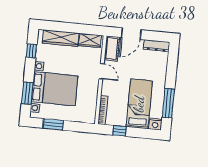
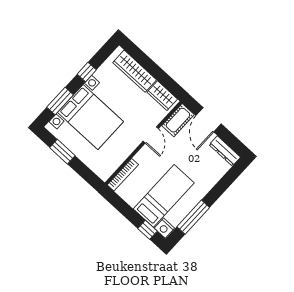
door: (131, 34) -> (209, 120), hinge flipped
window: (31, 51) -> (87, 72), moved
window: (119, 131) -> (147, 230), moved

